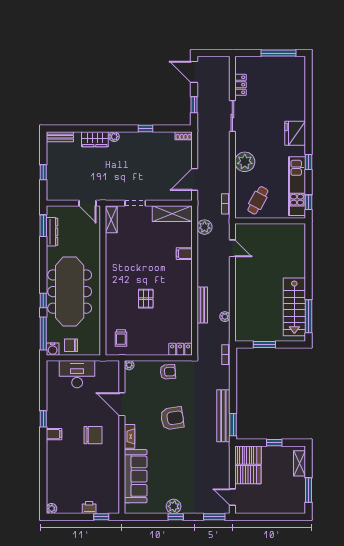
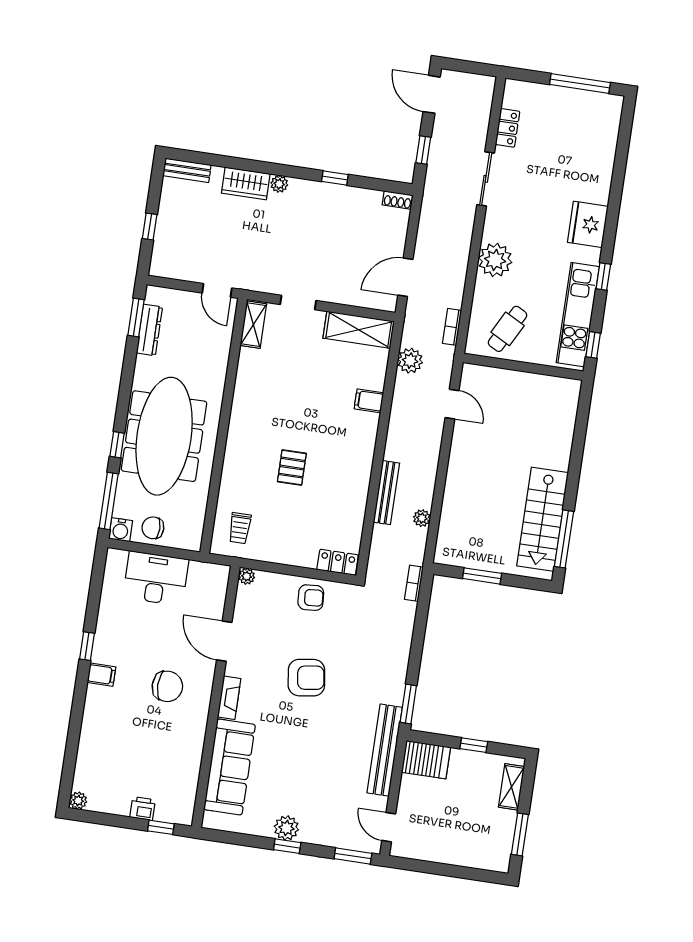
bench: (223, 416) -> (385, 750), moved
server rack: (248, 475) -> (421, 793), removed

